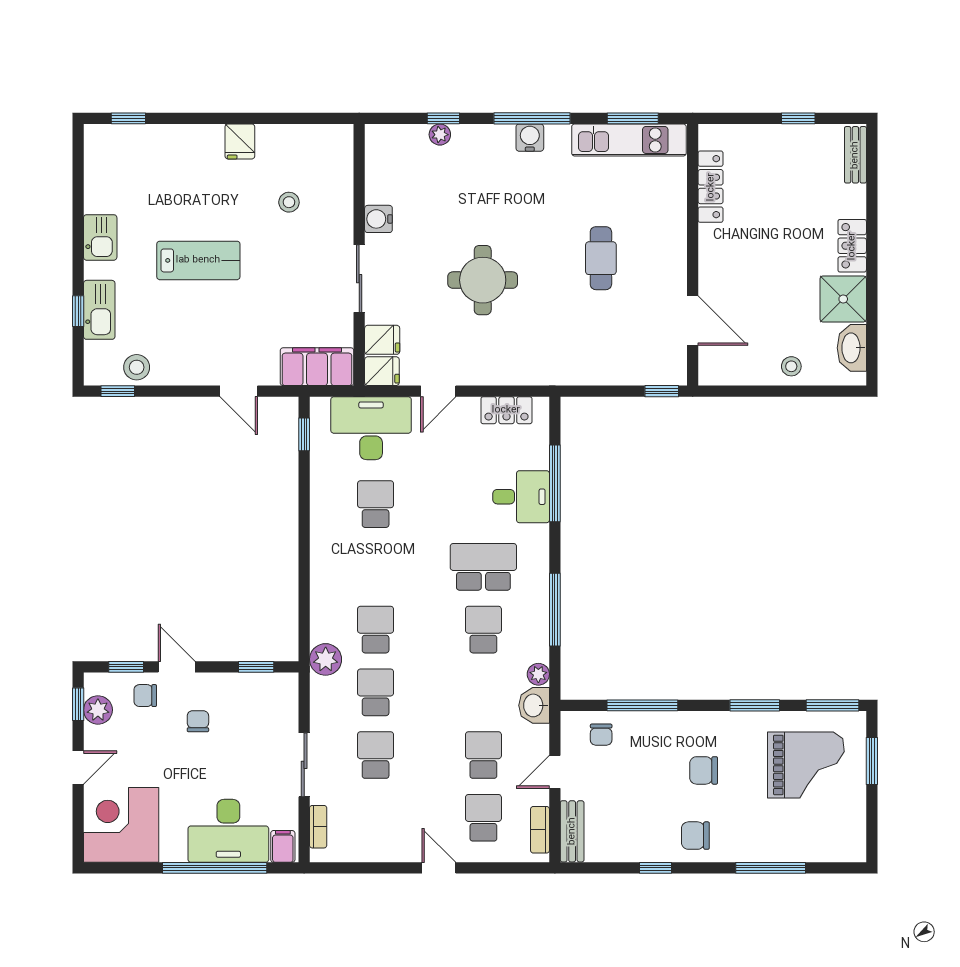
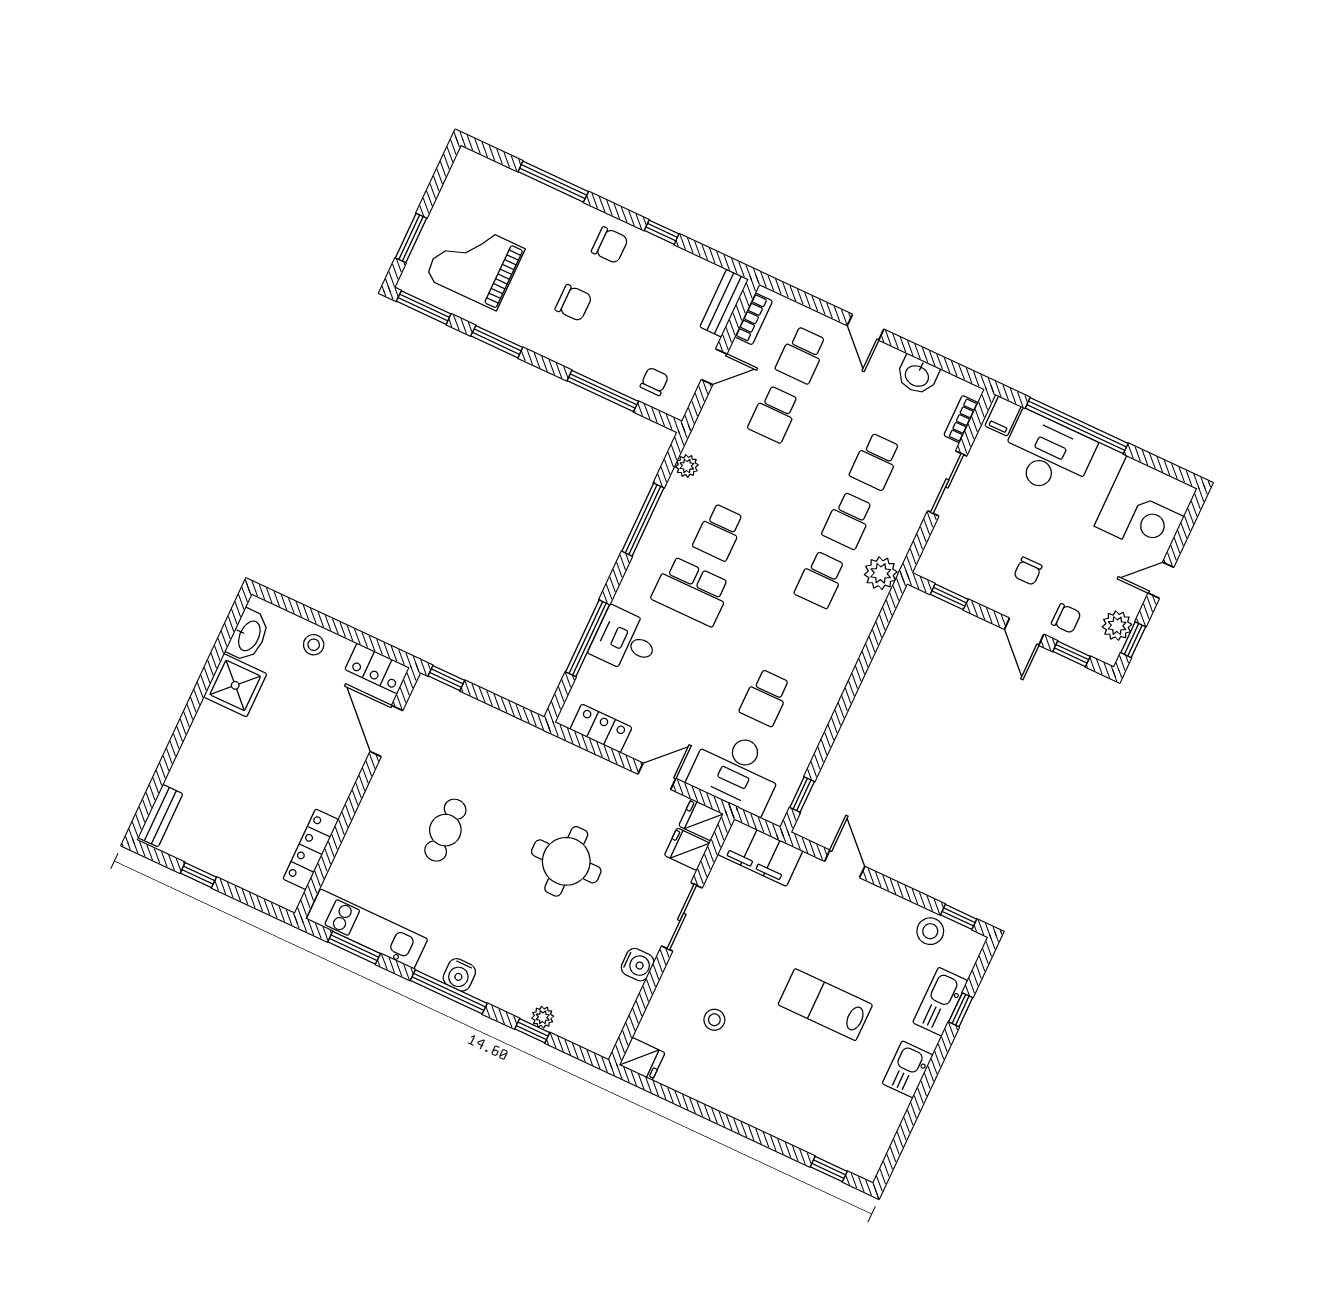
fridge: (240, 141) -> (642, 1059), moved, turned 90
locker: (852, 246) -> (377, 668), moved, turned 90
washbasin: (534, 705) -> (917, 375), moved, turned 90

